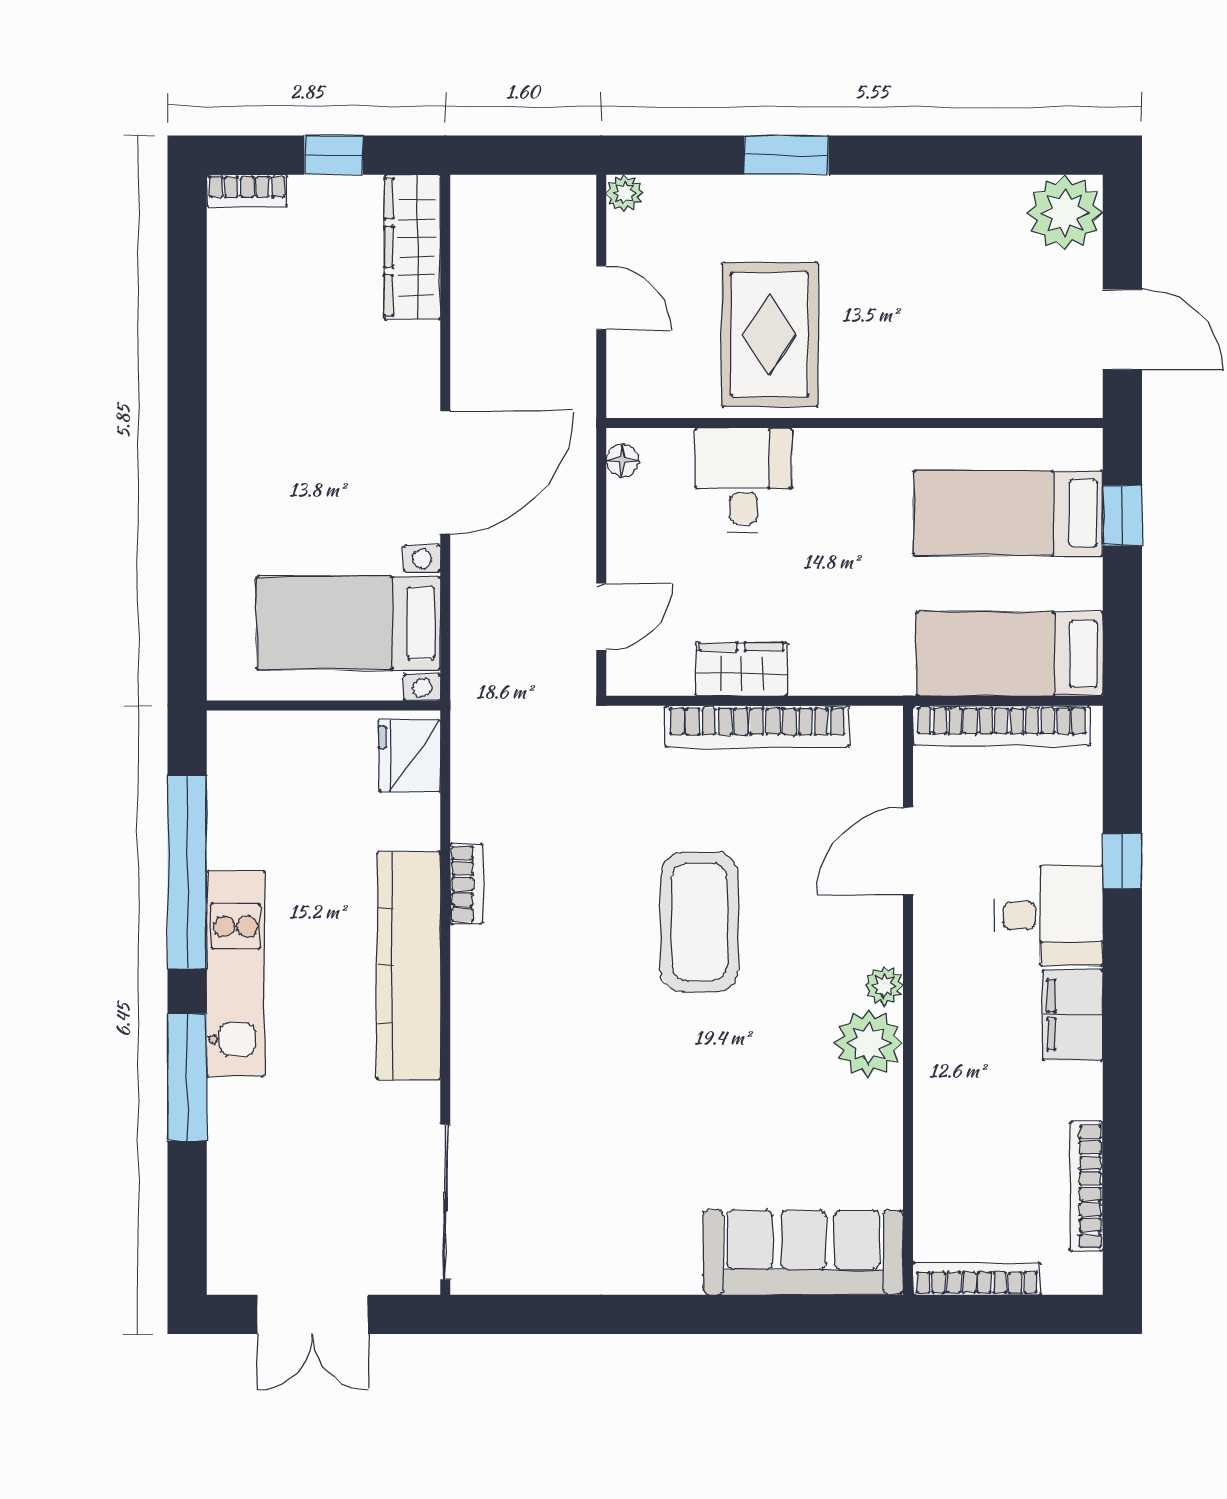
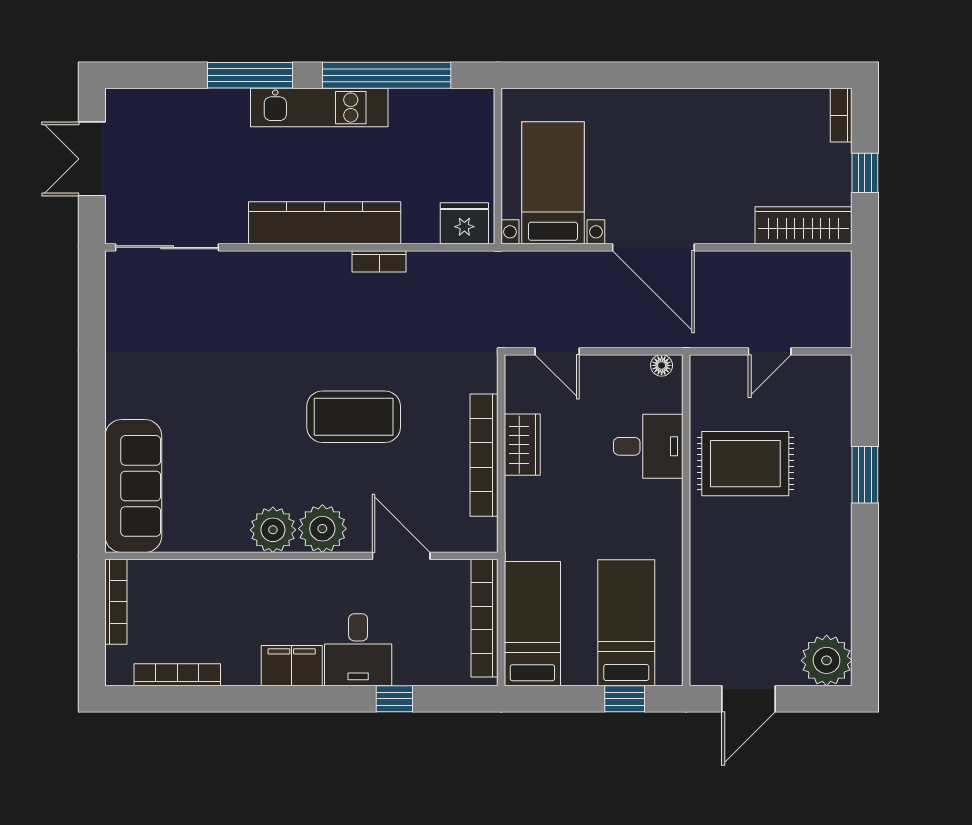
plant: (624, 193) -> (840, 367), removed
plant: (884, 986) -> (322, 529), width x1.87, depth x1.87

